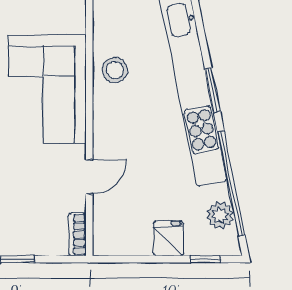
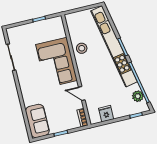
door: (89, 177) -> (82, 93), swing flipped
fridge: (168, 238) -> (106, 114), moved

